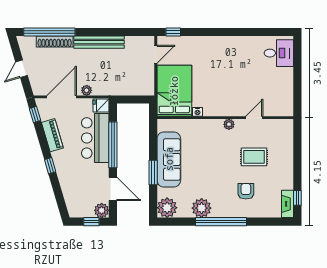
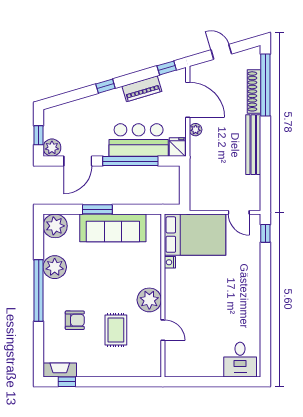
plant: (229, 124) -> (149, 300), width x1.87, depth x1.87

